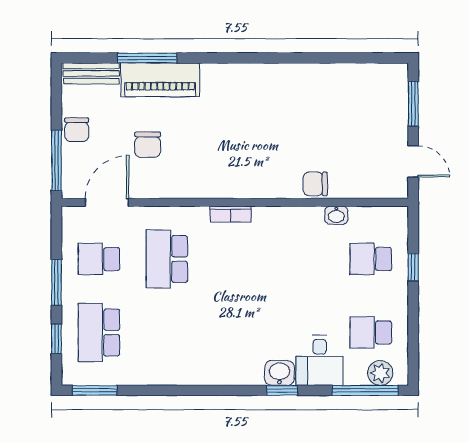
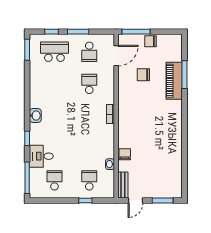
bench: (91, 73) -> (123, 185), moved
door: (107, 202) -> (116, 56), hinge flipped
school desk: (99, 259) -> (89, 52), turned 180
school desk: (167, 259) -> (89, 84), width x0.54
washbasin: (279, 373) -> (35, 116), moved
plant: (380, 373) -> (35, 185), removed

